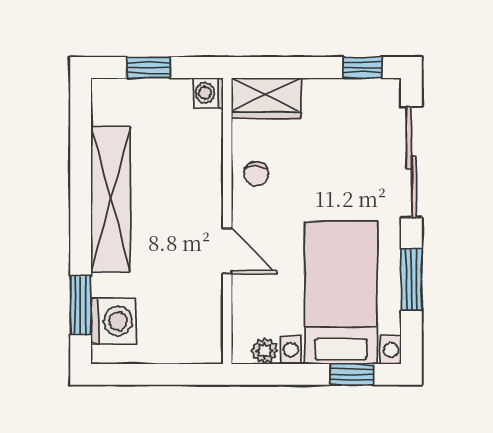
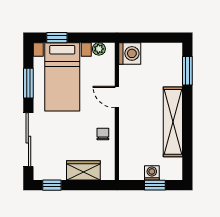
washing machine: (208, 93) -> (152, 173), moved, turned -90
wardrobe: (266, 98) -> (83, 170), moved
washing machine: (113, 321) -> (130, 53), moved, turned 180

